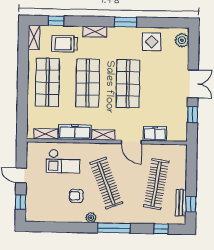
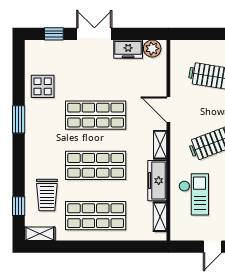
shelving: (95, 32) -> (31, 158), removed
plant: (182, 40) -> (152, 49), moved
window: (192, 115) -> (54, 34), moved
freezer: (155, 134) -> (128, 49), moved, turned -90
door: (131, 142) -> (168, 110), swing flipped

